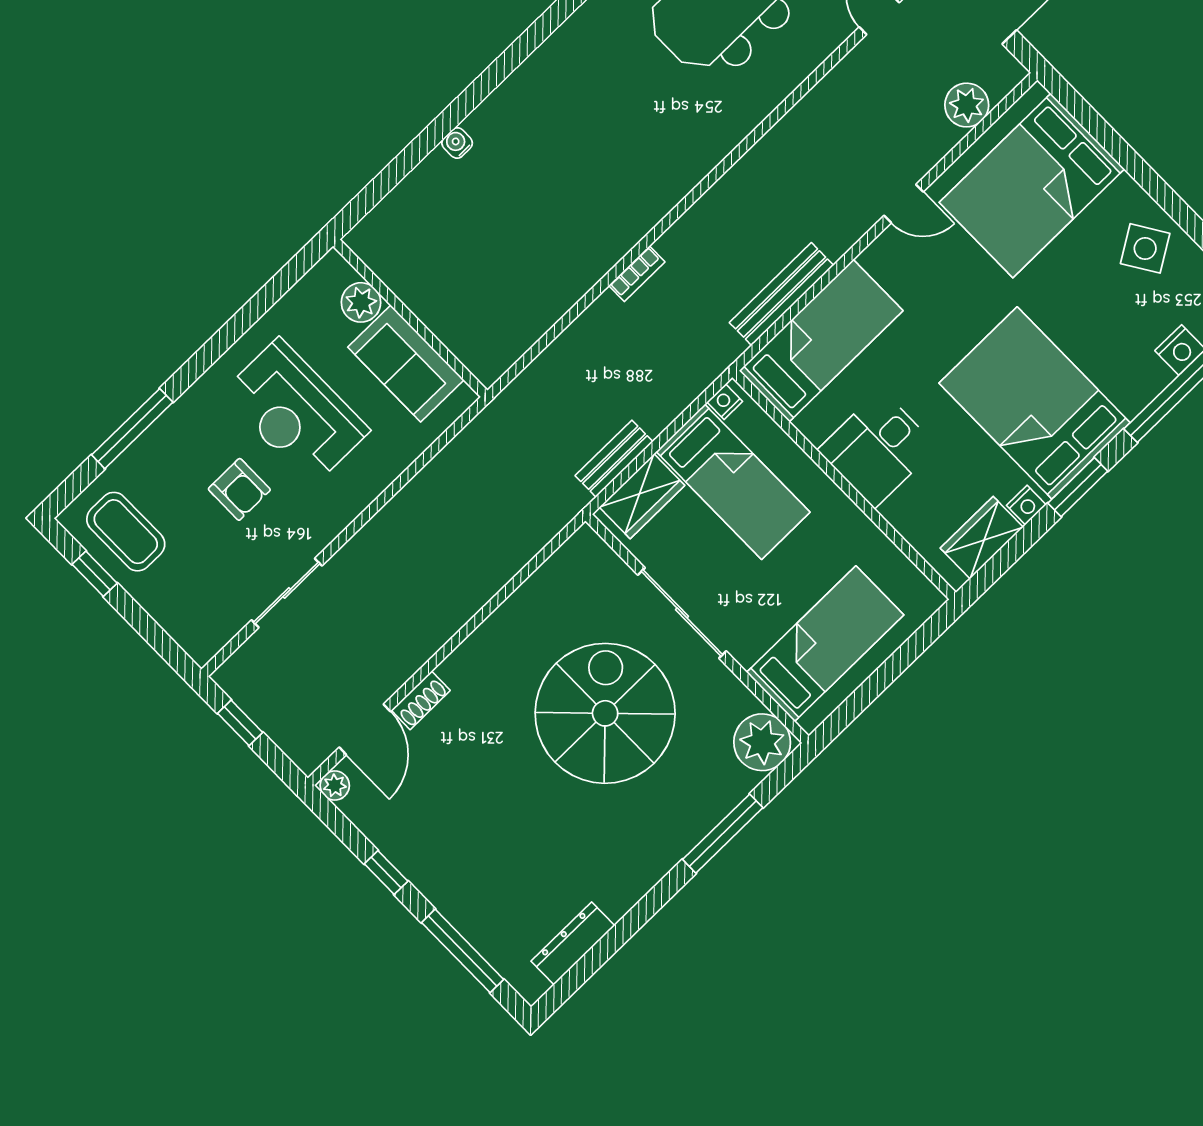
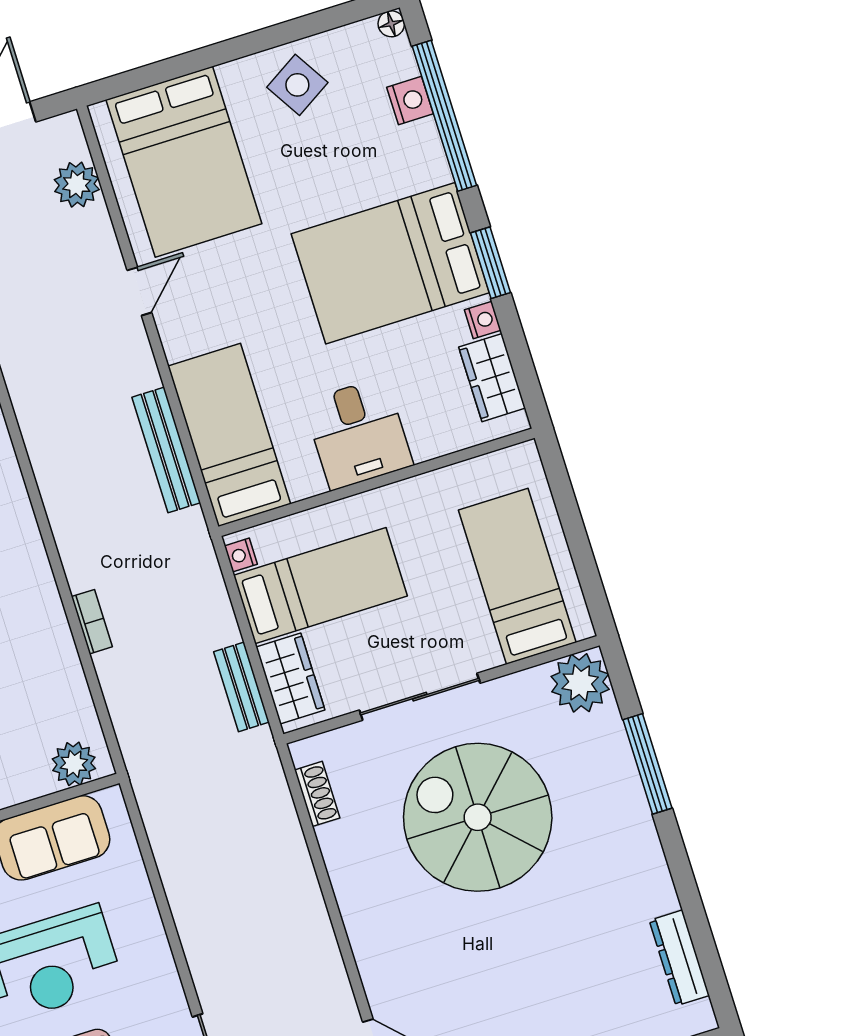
bookcase: (637, 274) -> (92, 622), moved
plant: (478, 350) -> (74, 764), added
shoe rack: (421, 700) -> (317, 794), moved

